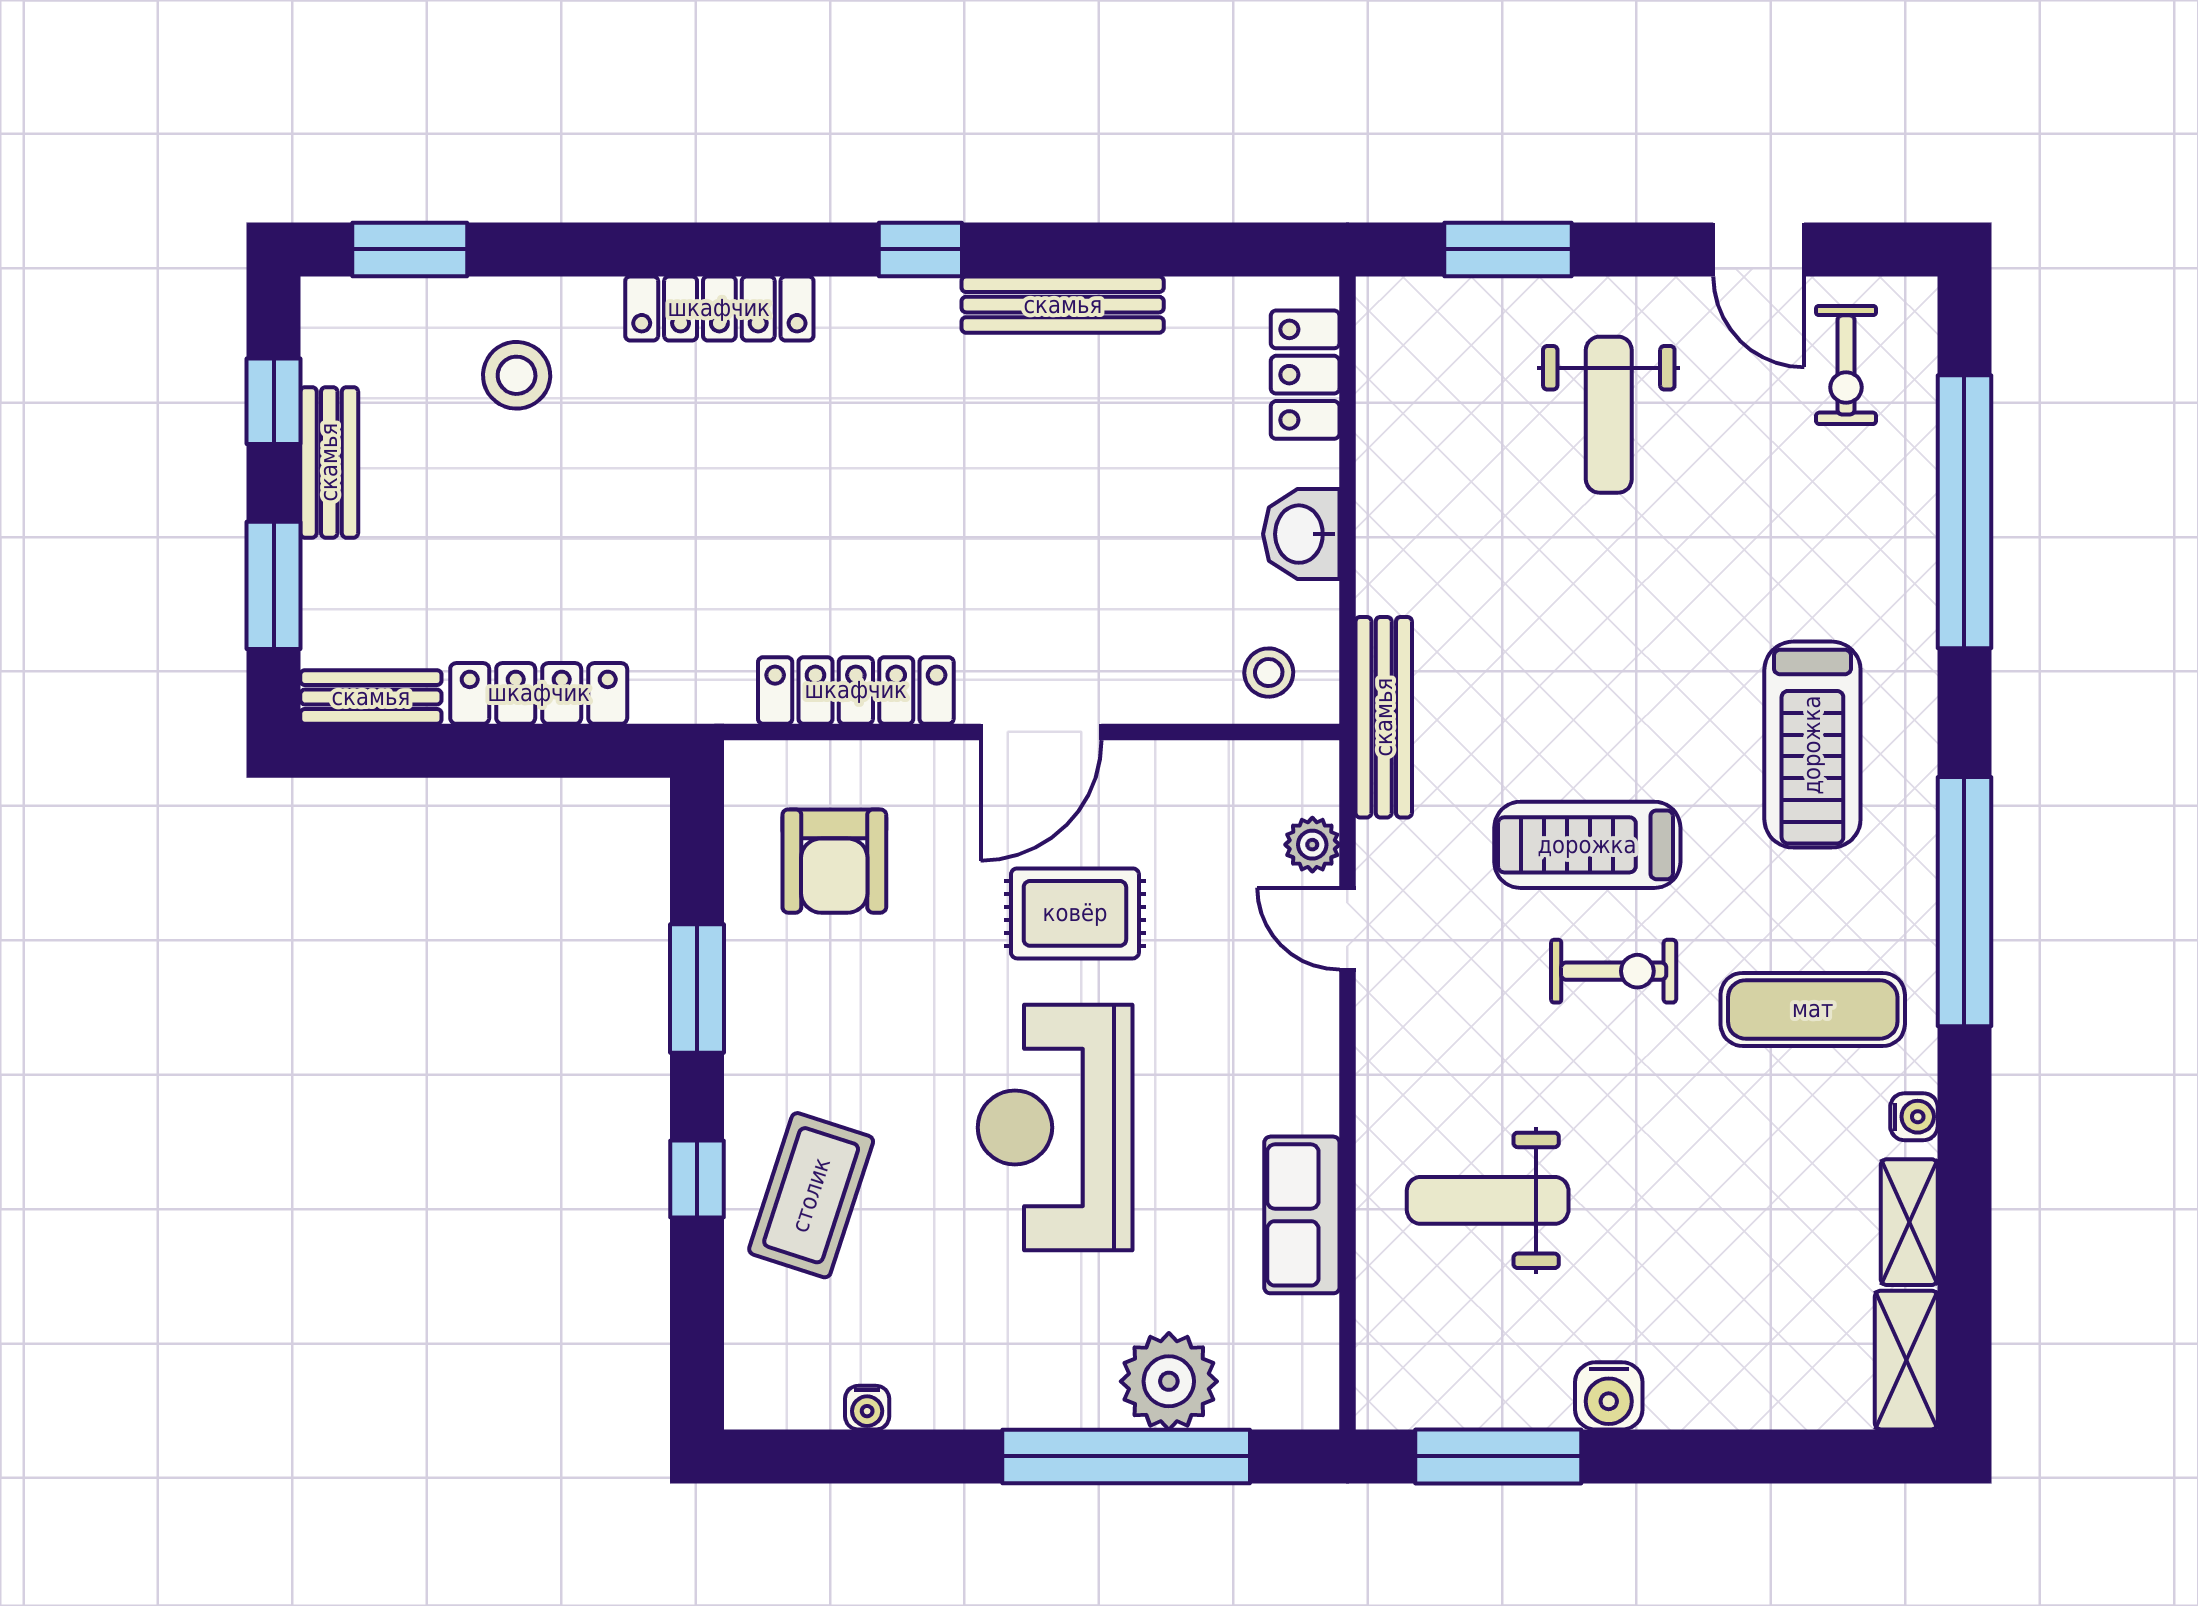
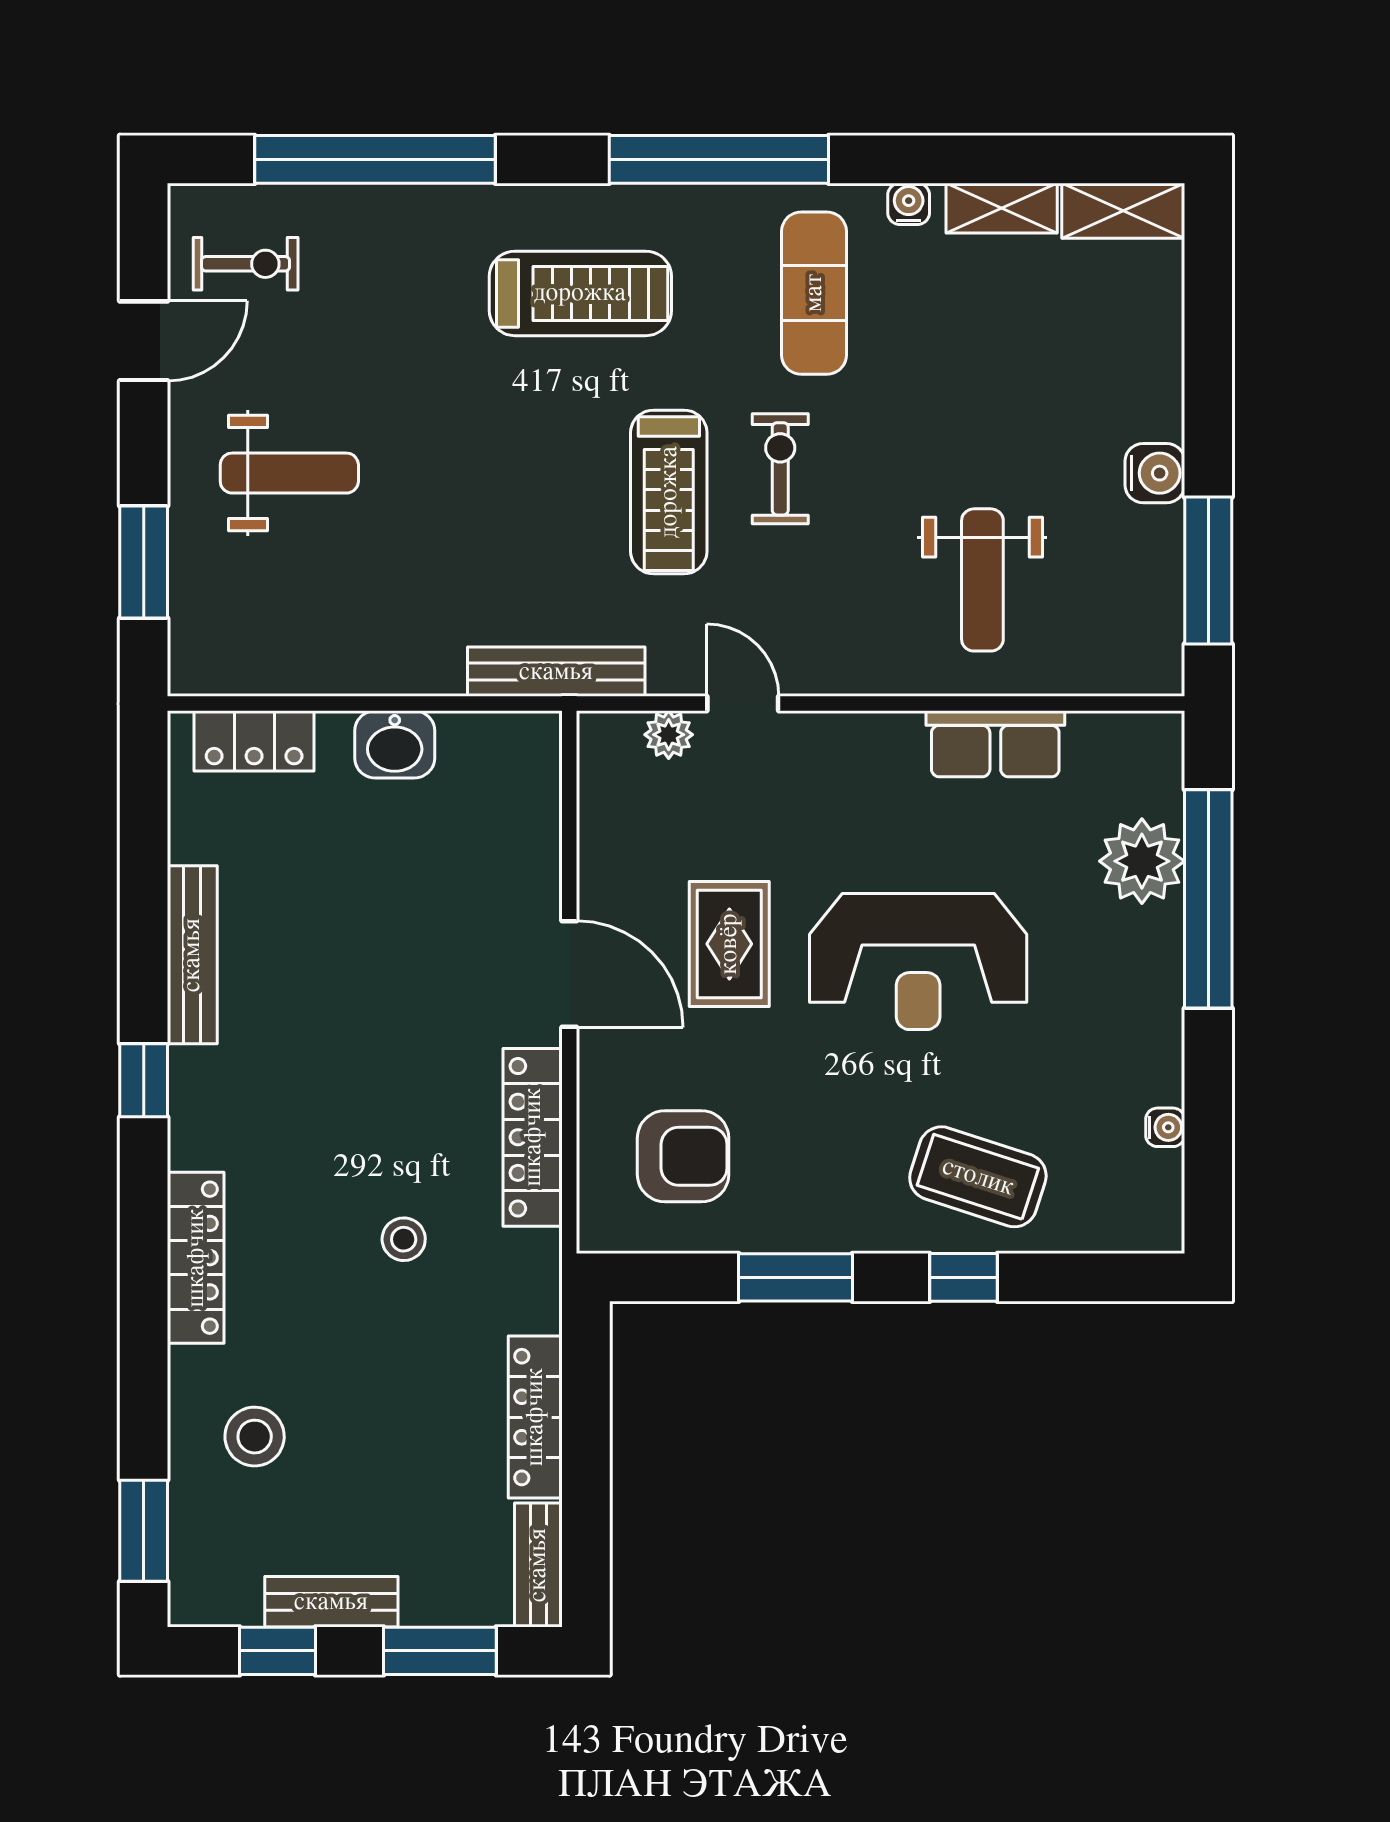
stool: (1269, 673) -> (404, 1239), moved
door: (1347, 929) -> (743, 704), swing flipped

